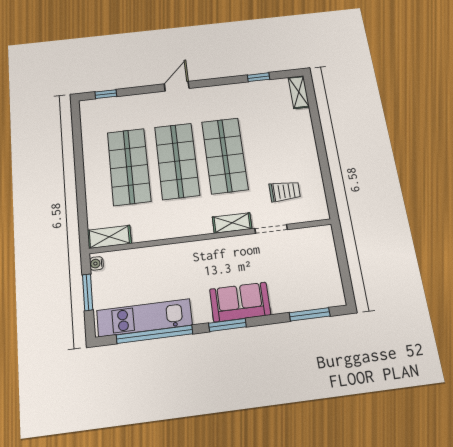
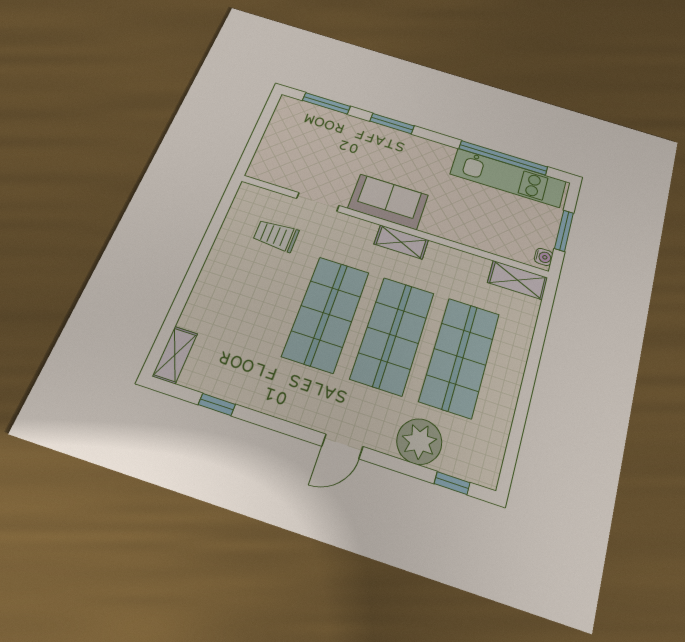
plant: (134, 107) -> (419, 442), added
shelving: (232, 223) -> (401, 242), moved
sofa: (240, 302) -> (388, 202), moved, turned 180
window: (227, 325) -> (392, 124), moved

